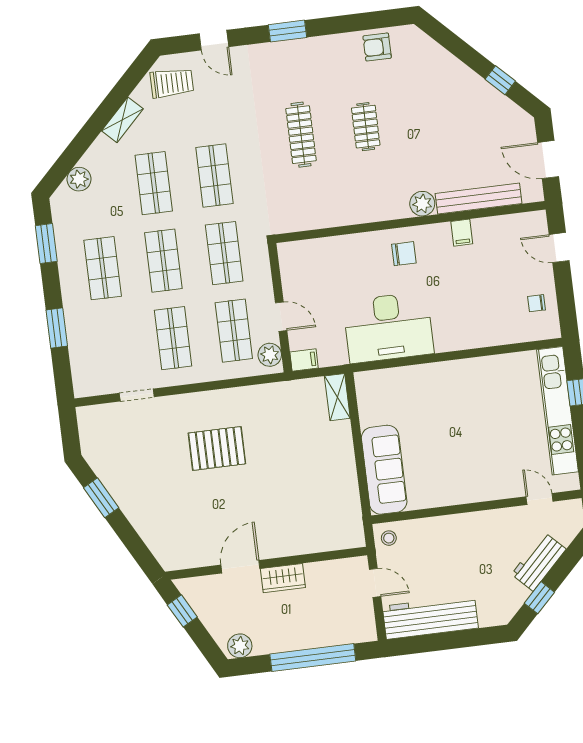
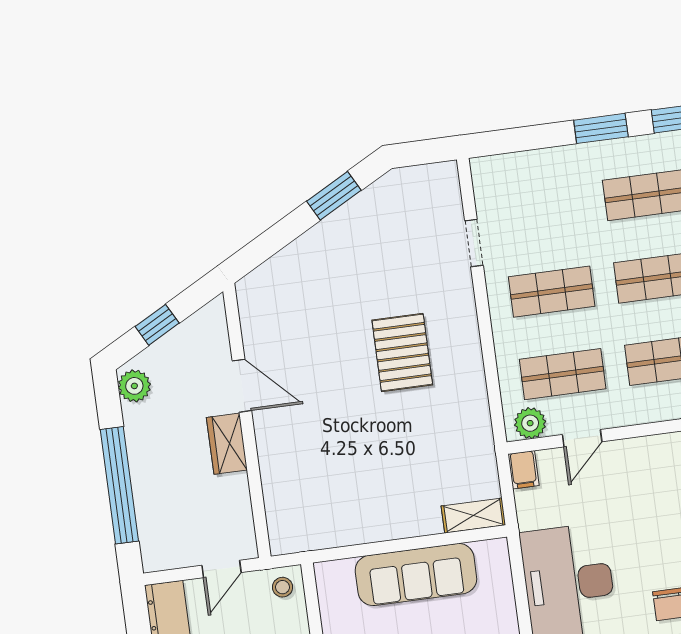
window: (57, 328) -> (601, 128), moved
sofa: (384, 470) -> (416, 575), moved
window: (182, 611) -> (157, 325), moved

